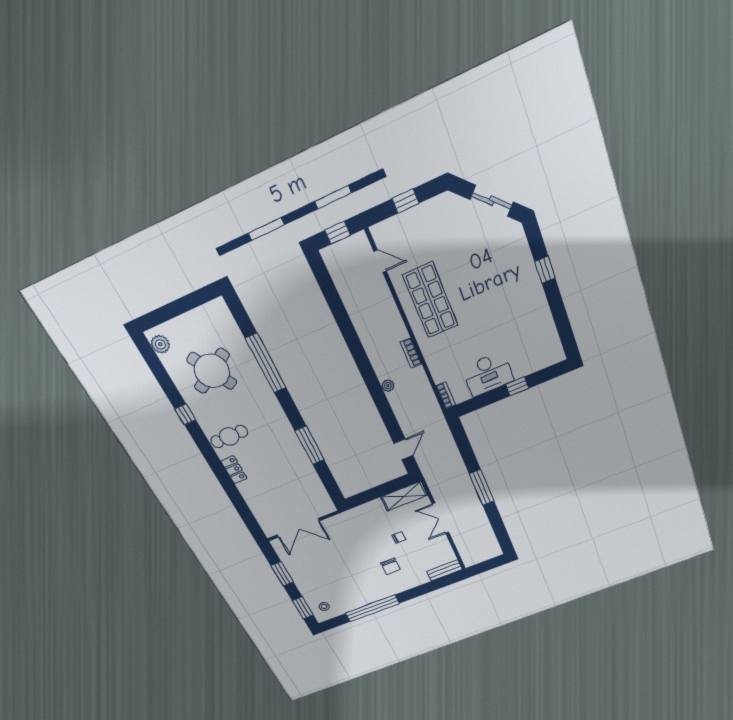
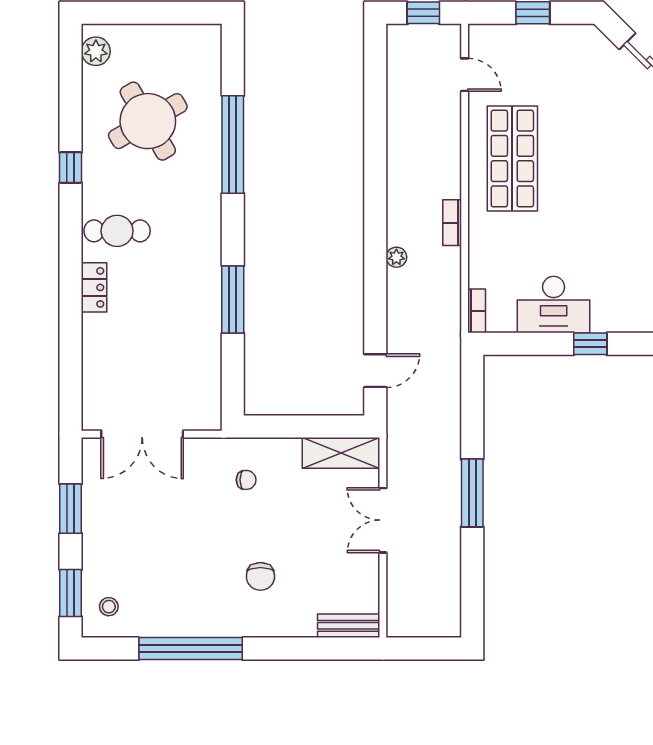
chair: (399, 537) -> (246, 480), moved

